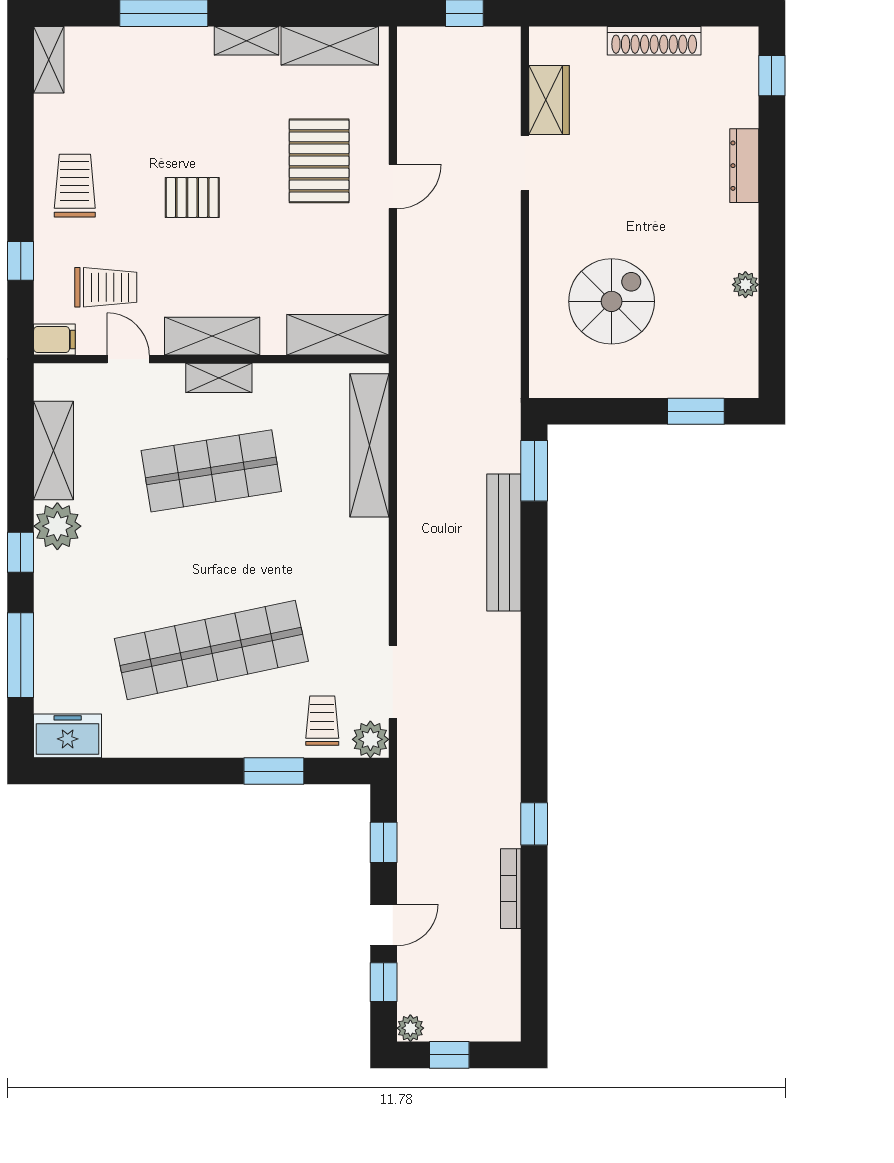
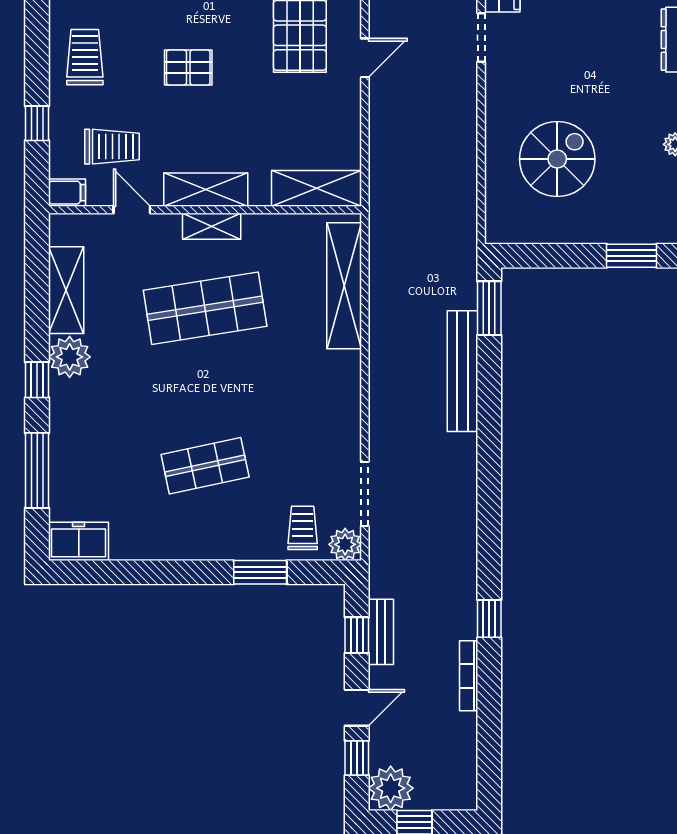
shop shelf: (211, 650) -> (205, 466), width x0.50, depth x0.74
bench: (411, 839) -> (381, 632), added
plant: (410, 1028) -> (391, 788), width x1.88, depth x1.88

